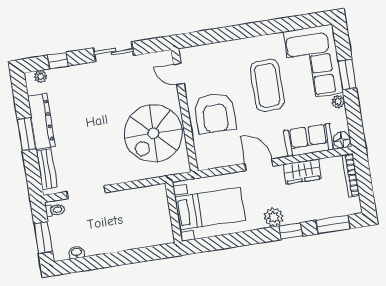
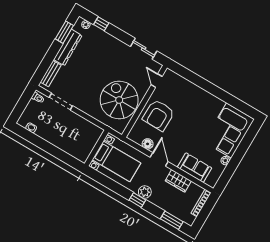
sliding door: (114, 52) -> (144, 49), moved
window: (347, 75) -> (241, 151), removed
coffee table: (267, 85) -> (196, 123), removed
spiral stairs: (153, 133) -> (119, 100), turned 90
window: (27, 134) -> (64, 32), moved
floor lamp: (342, 140) -> (148, 144), moved
window: (291, 231) -> (137, 200), moved
window: (43, 237) -> (21, 107), removed

